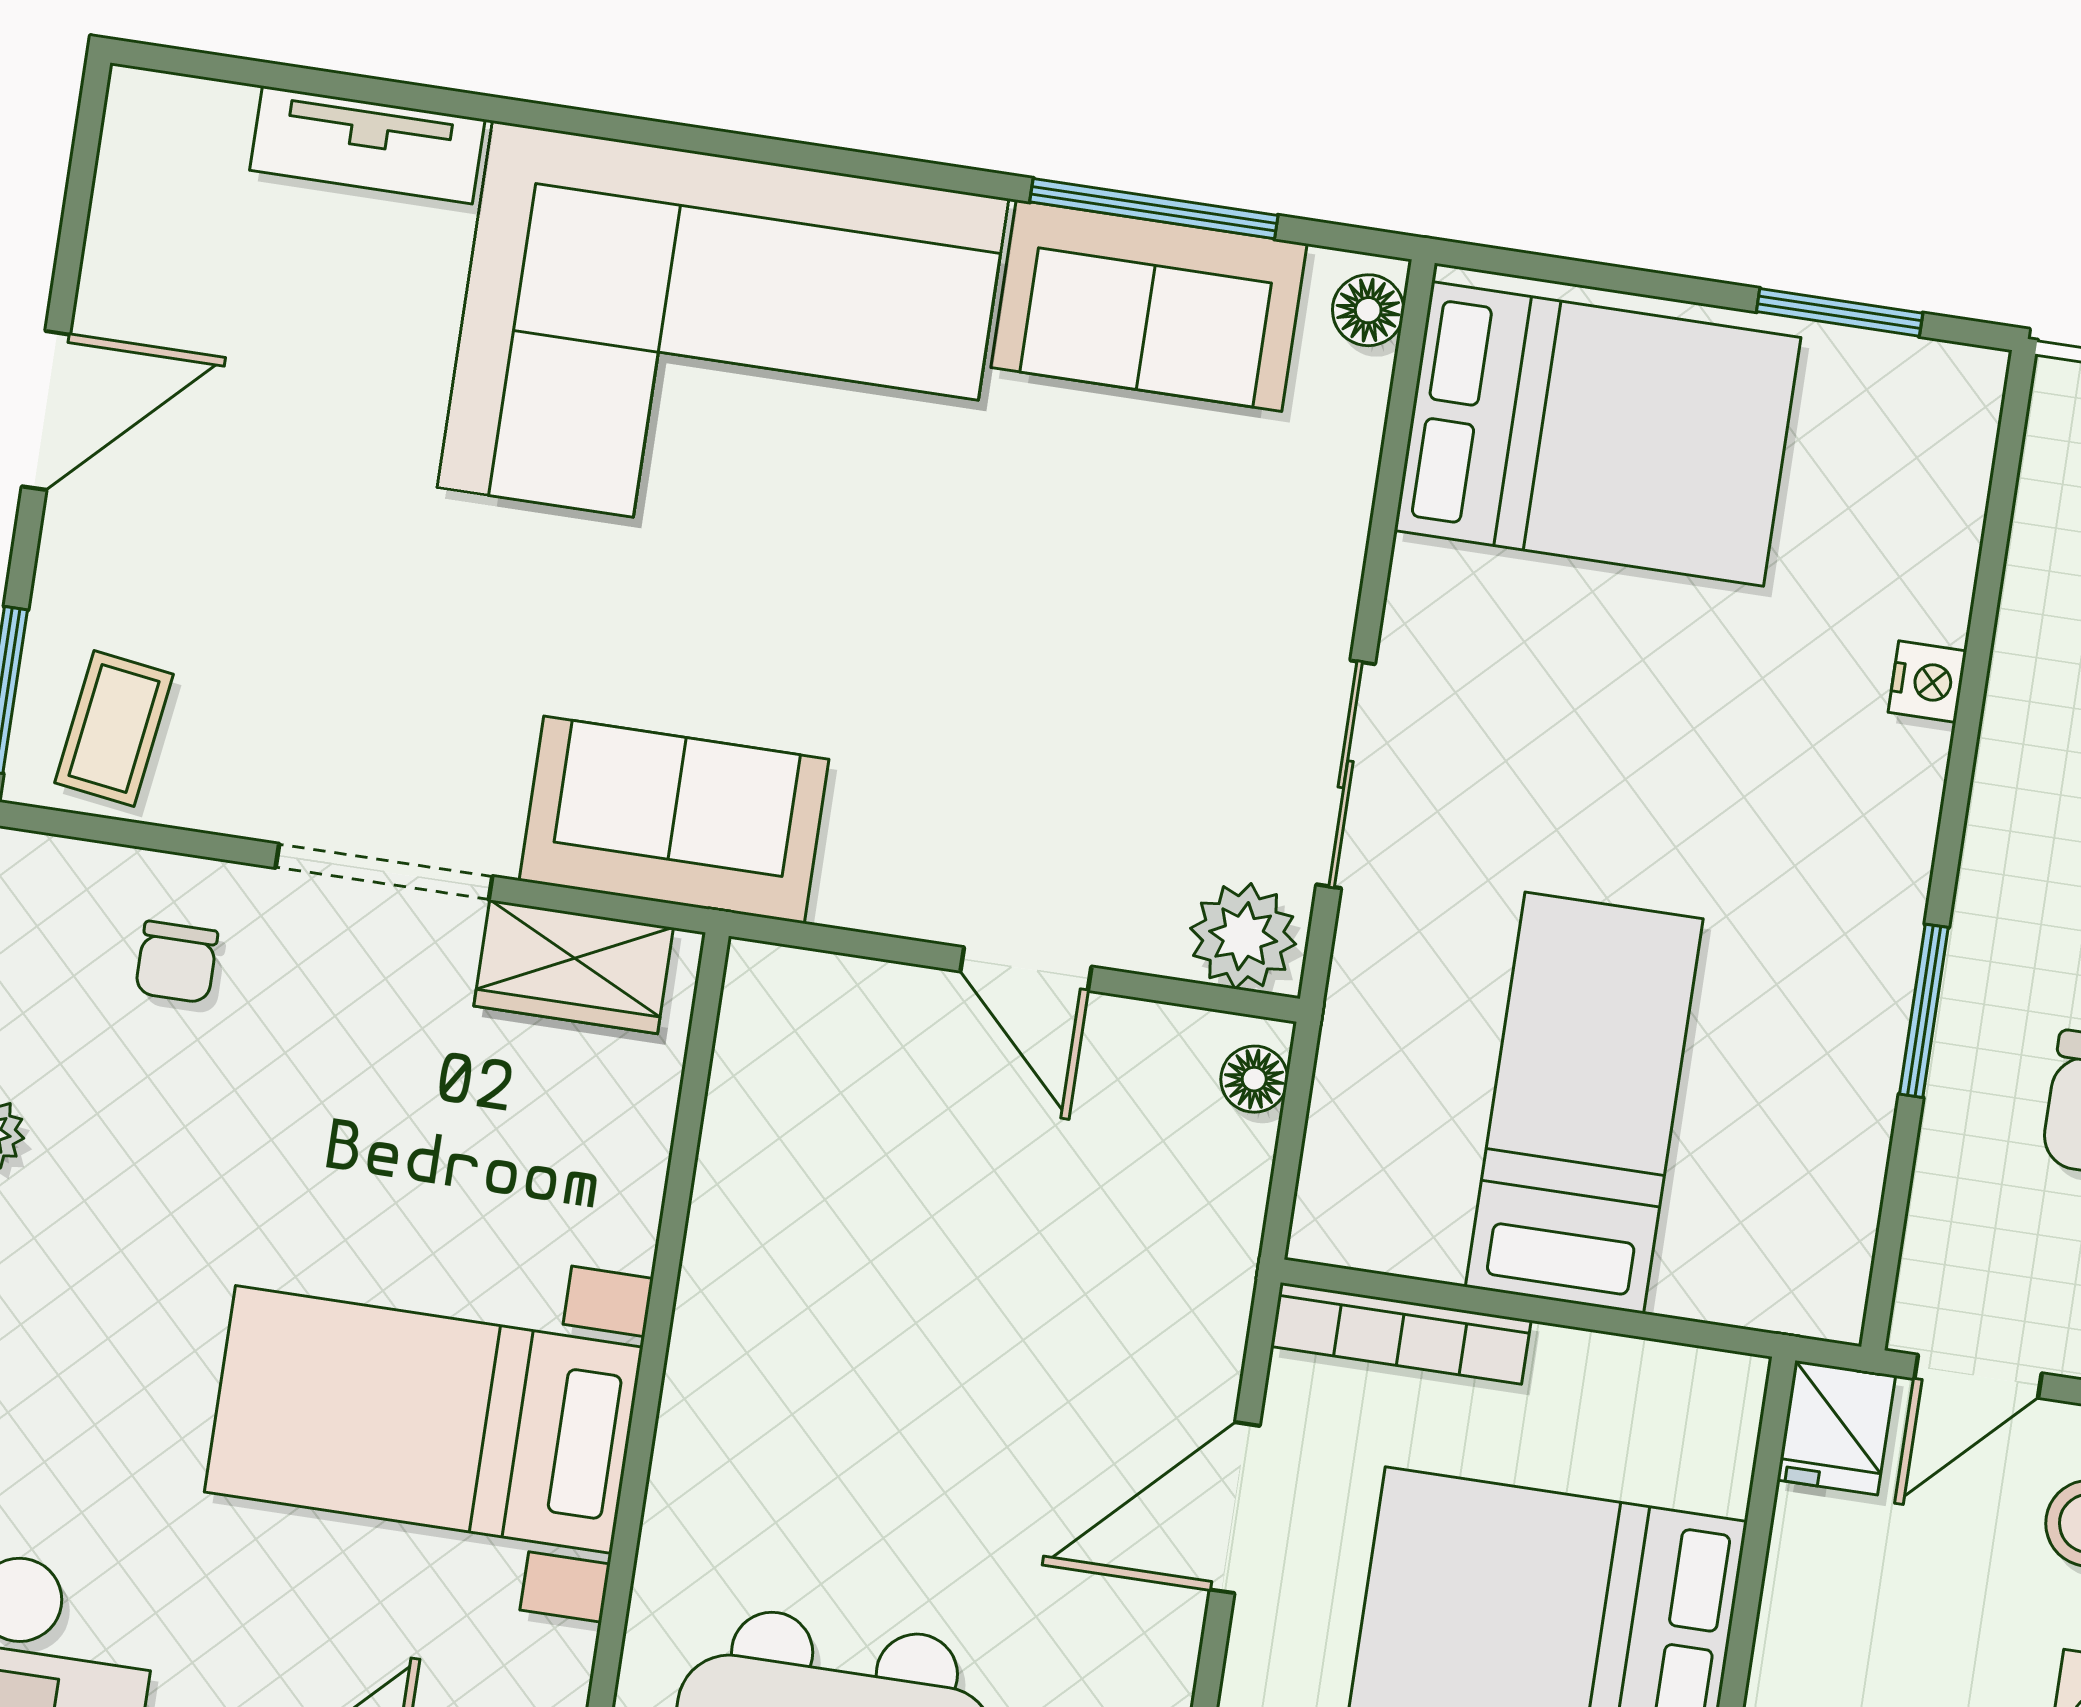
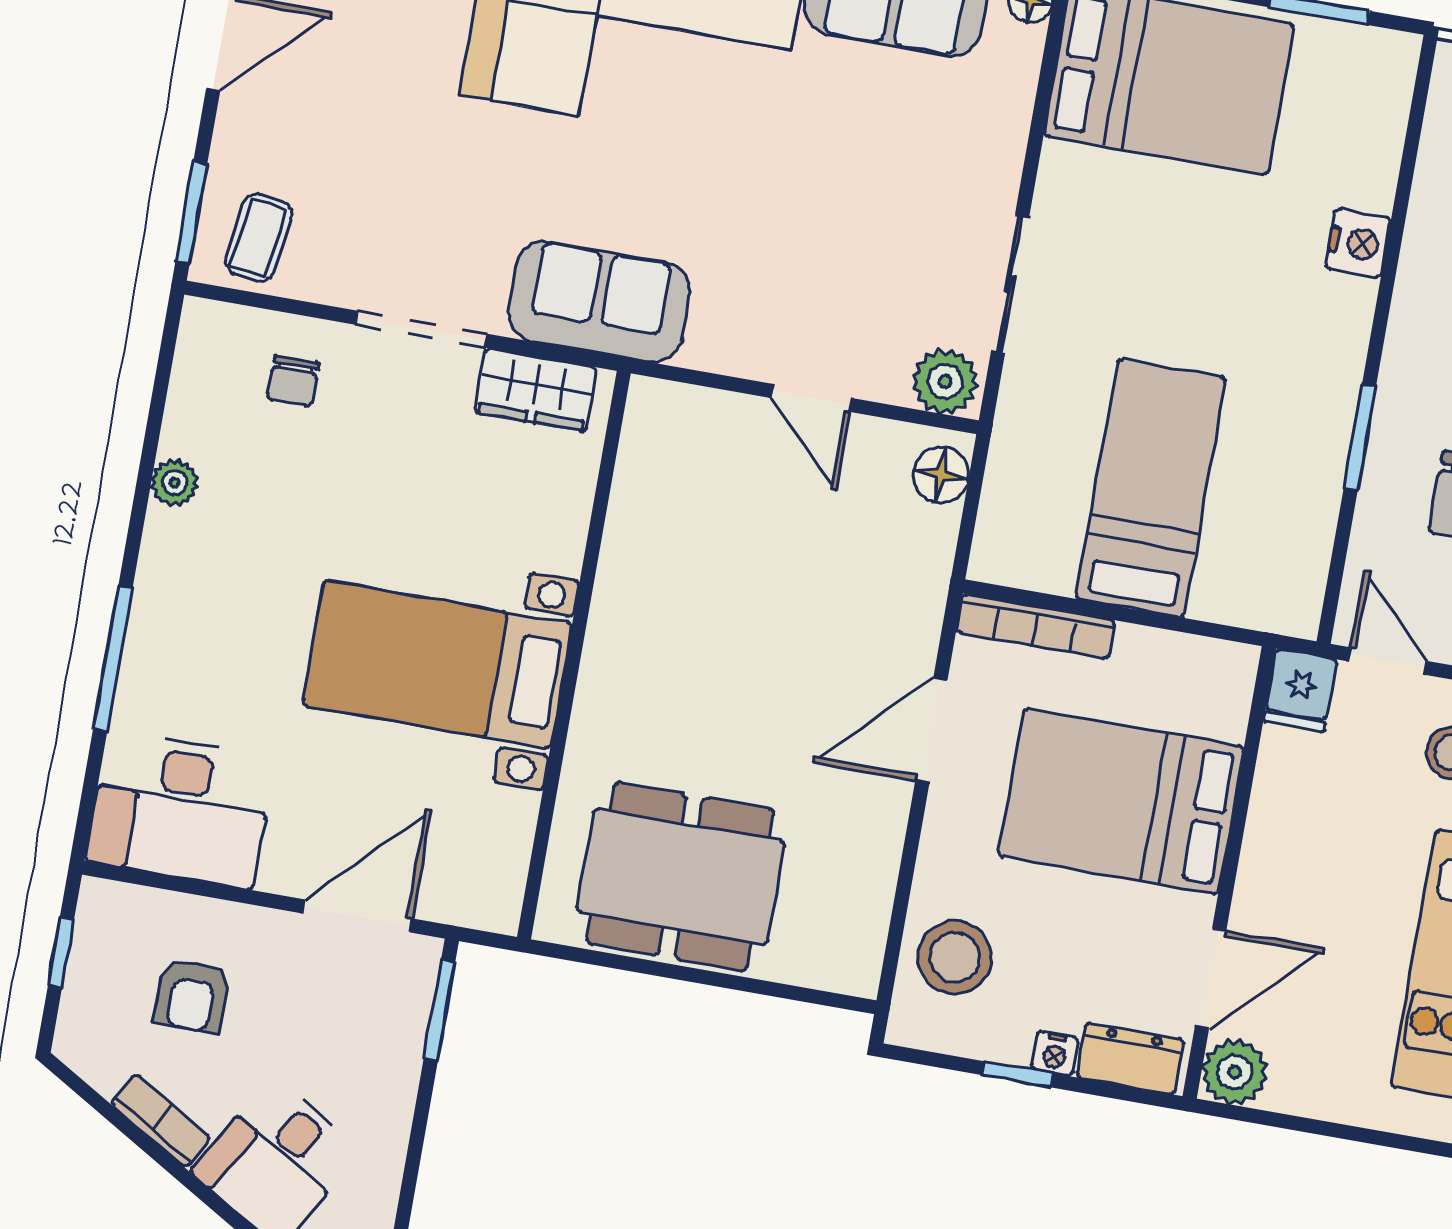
nightstand: (1927, 682) -> (1358, 243), width x1.39, depth x1.35
floor lamp: (1254, 1079) -> (941, 475), width x1.37, depth x1.37
door: (1978, 1376) -> (1387, 661), swing flipped

